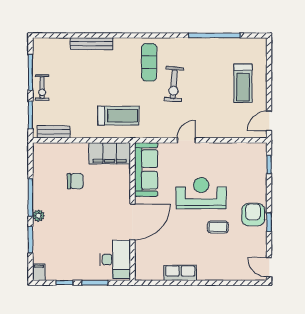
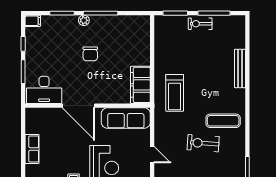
bench: (54, 132) -> (160, 34), removed
chair: (75, 181) -> (90, 54), moved

